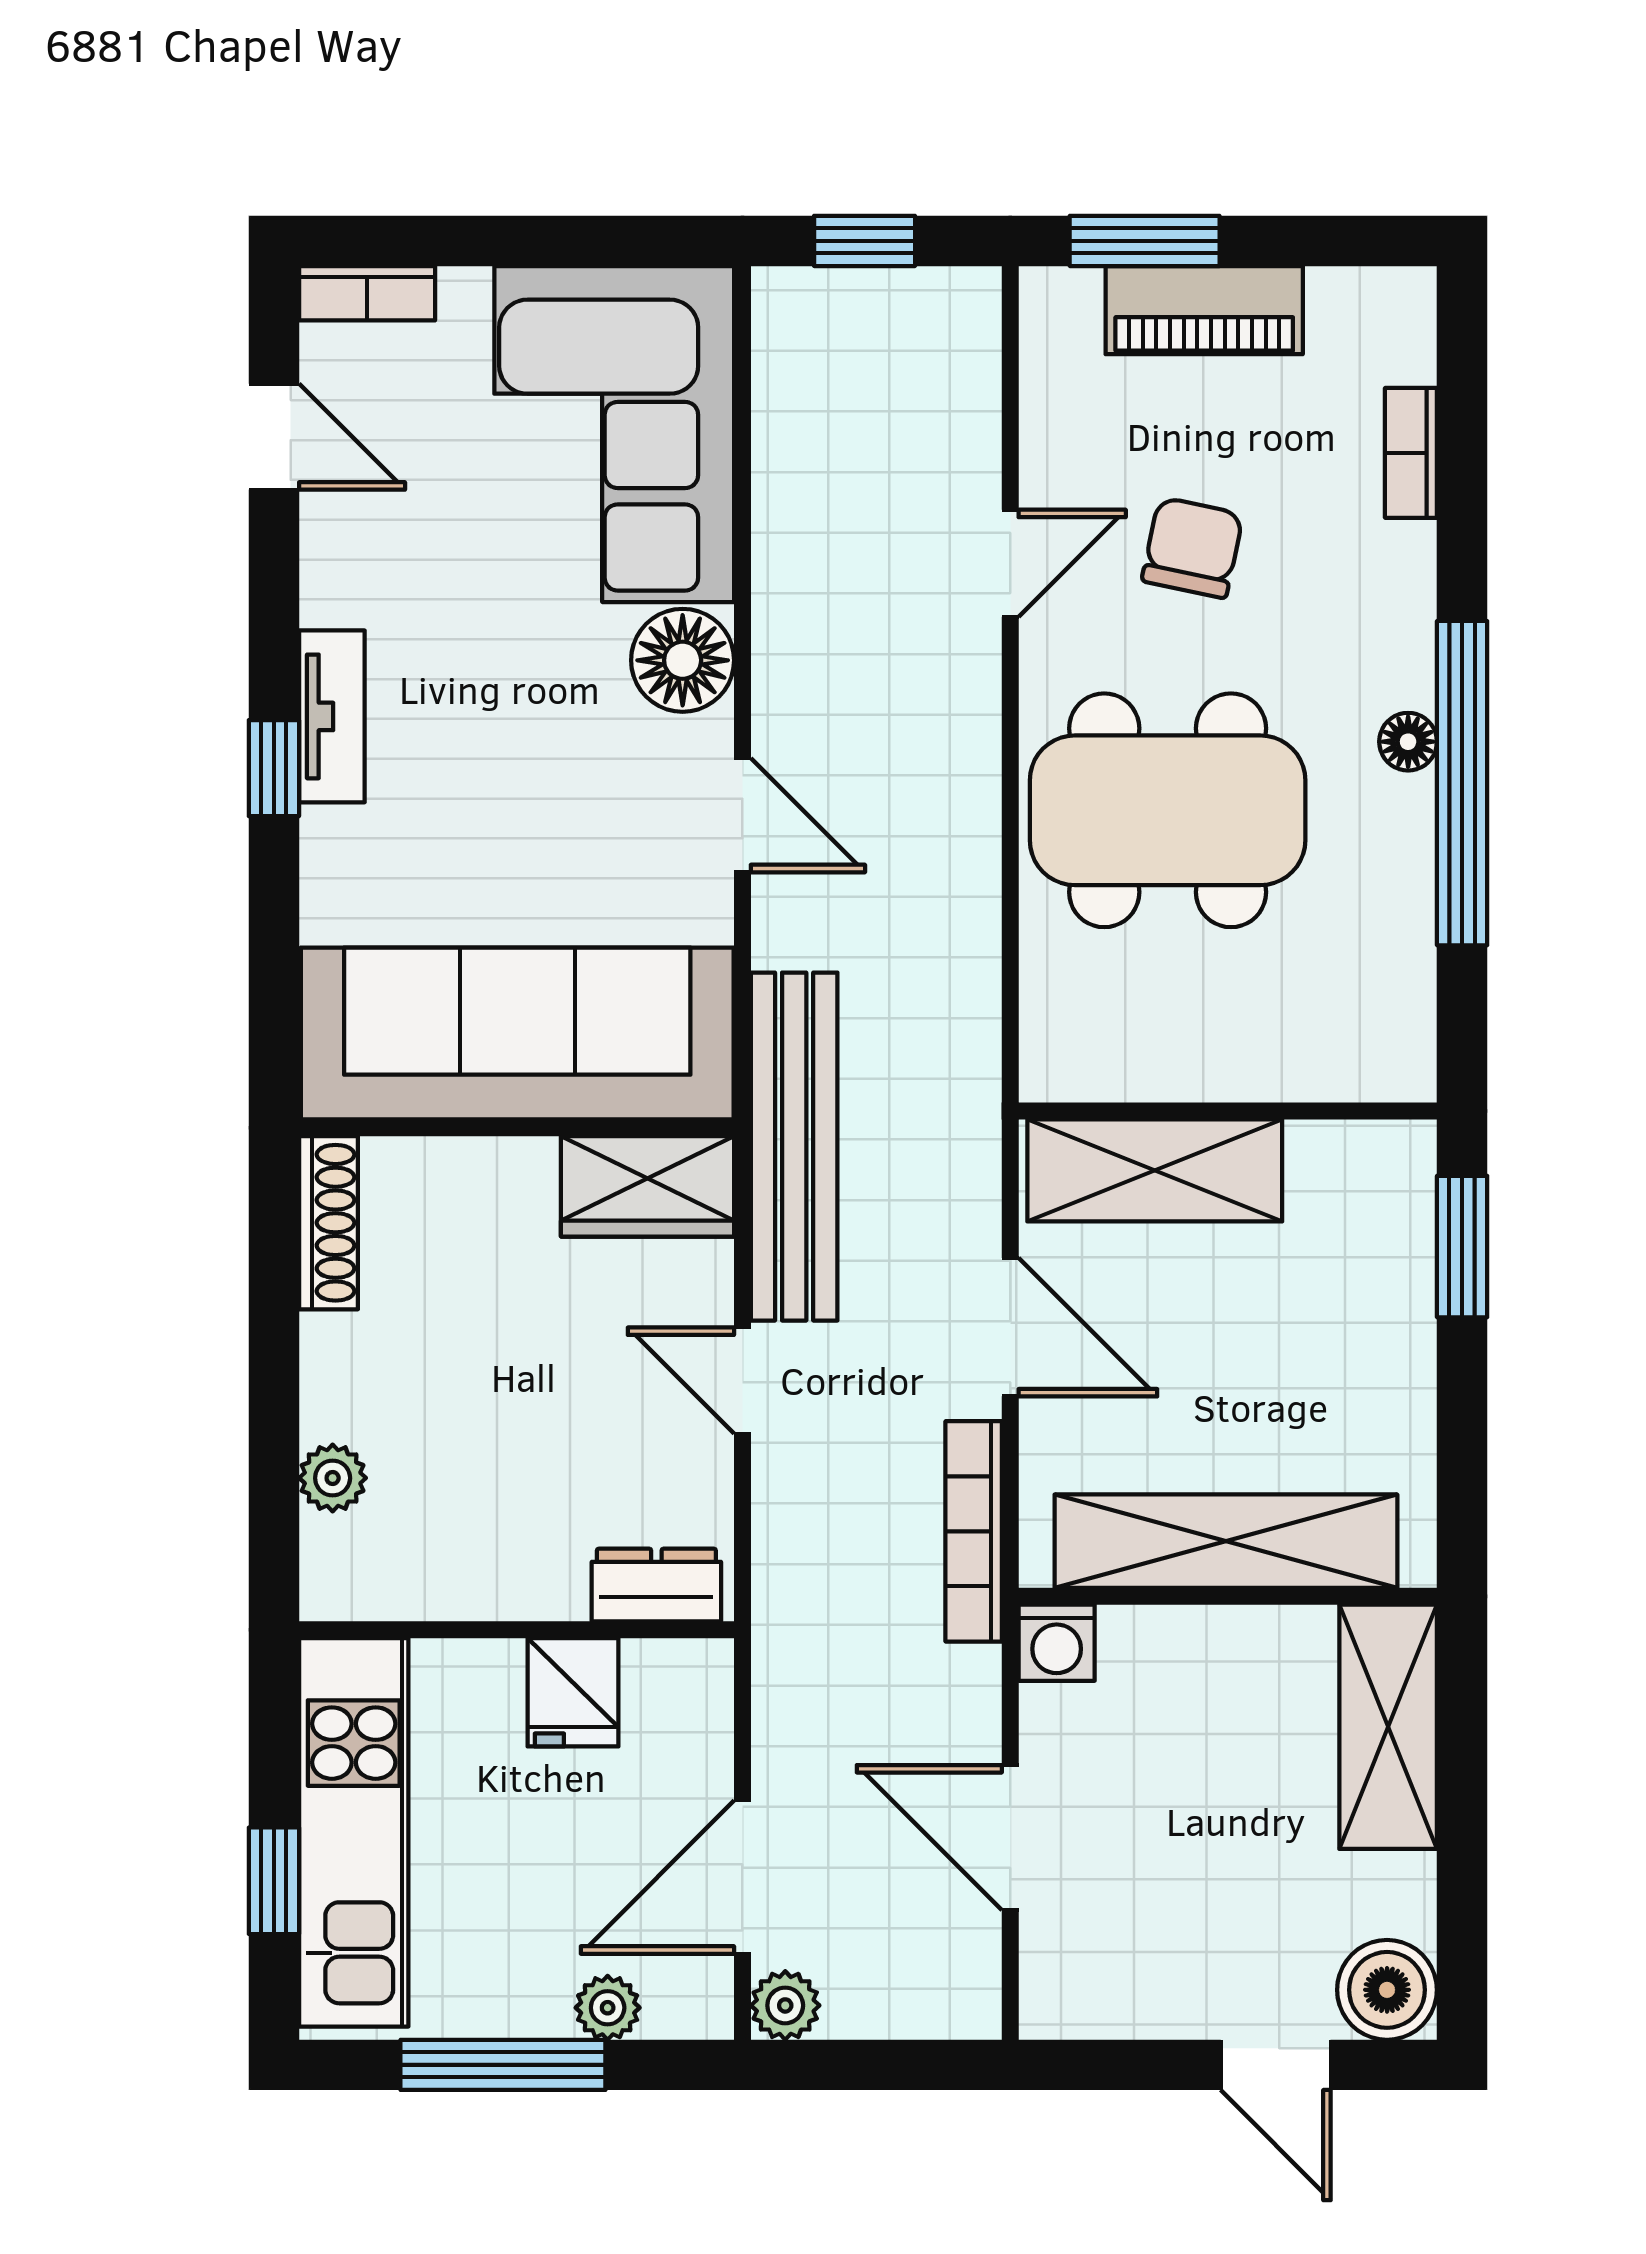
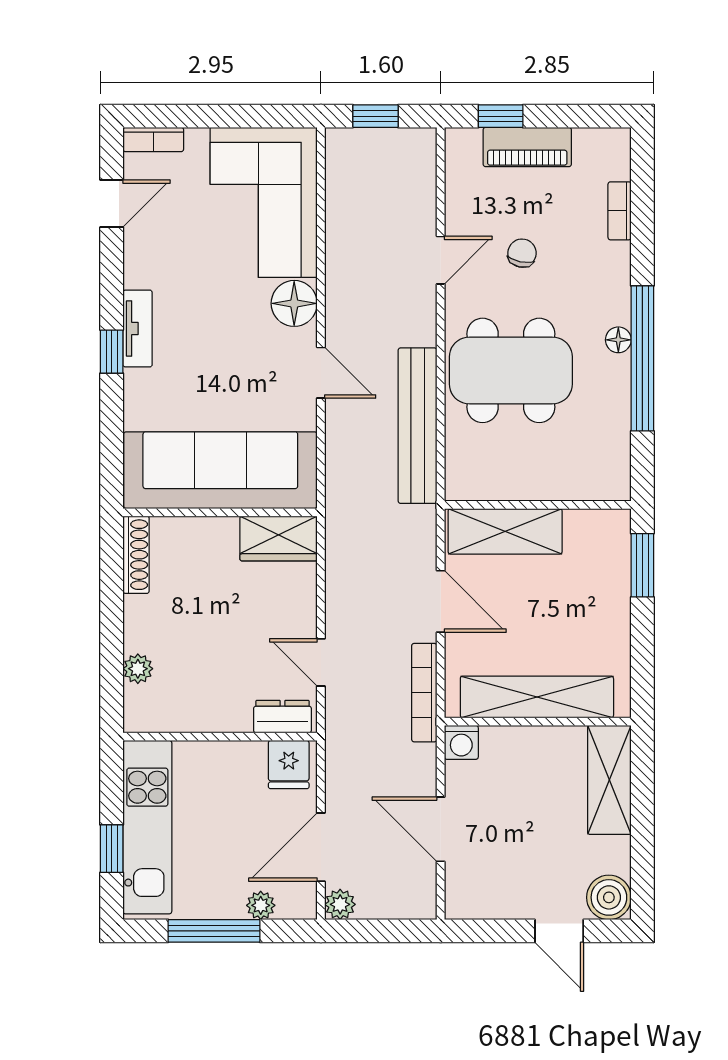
window: (1145, 241) -> (501, 116), width x0.67
door: (274, 437) -> (112, 204), hinge flipped
chair: (1193, 548) -> (522, 253), width x0.73, depth x0.73
bench: (794, 1147) -> (417, 426), moved
door: (742, 1381) -> (321, 662), moved
fridge: (573, 1692) -> (289, 764), moved

